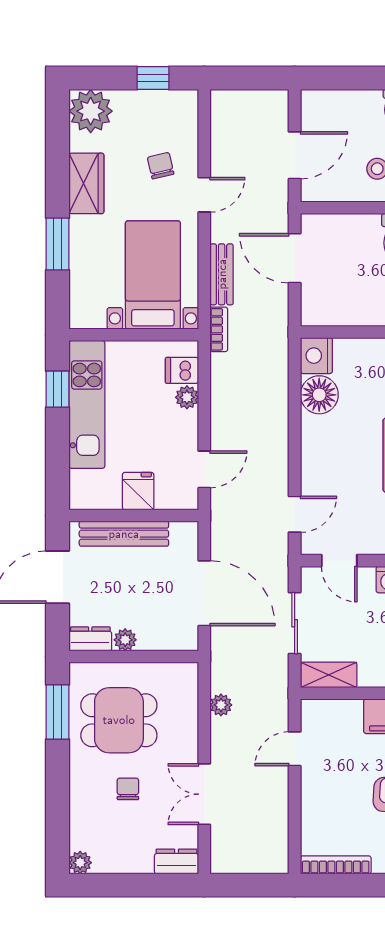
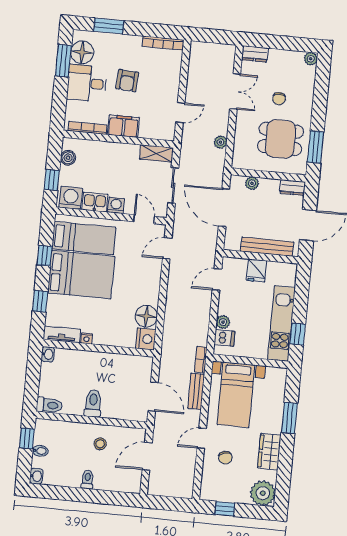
plant: (125, 640) -> (252, 183), moved

